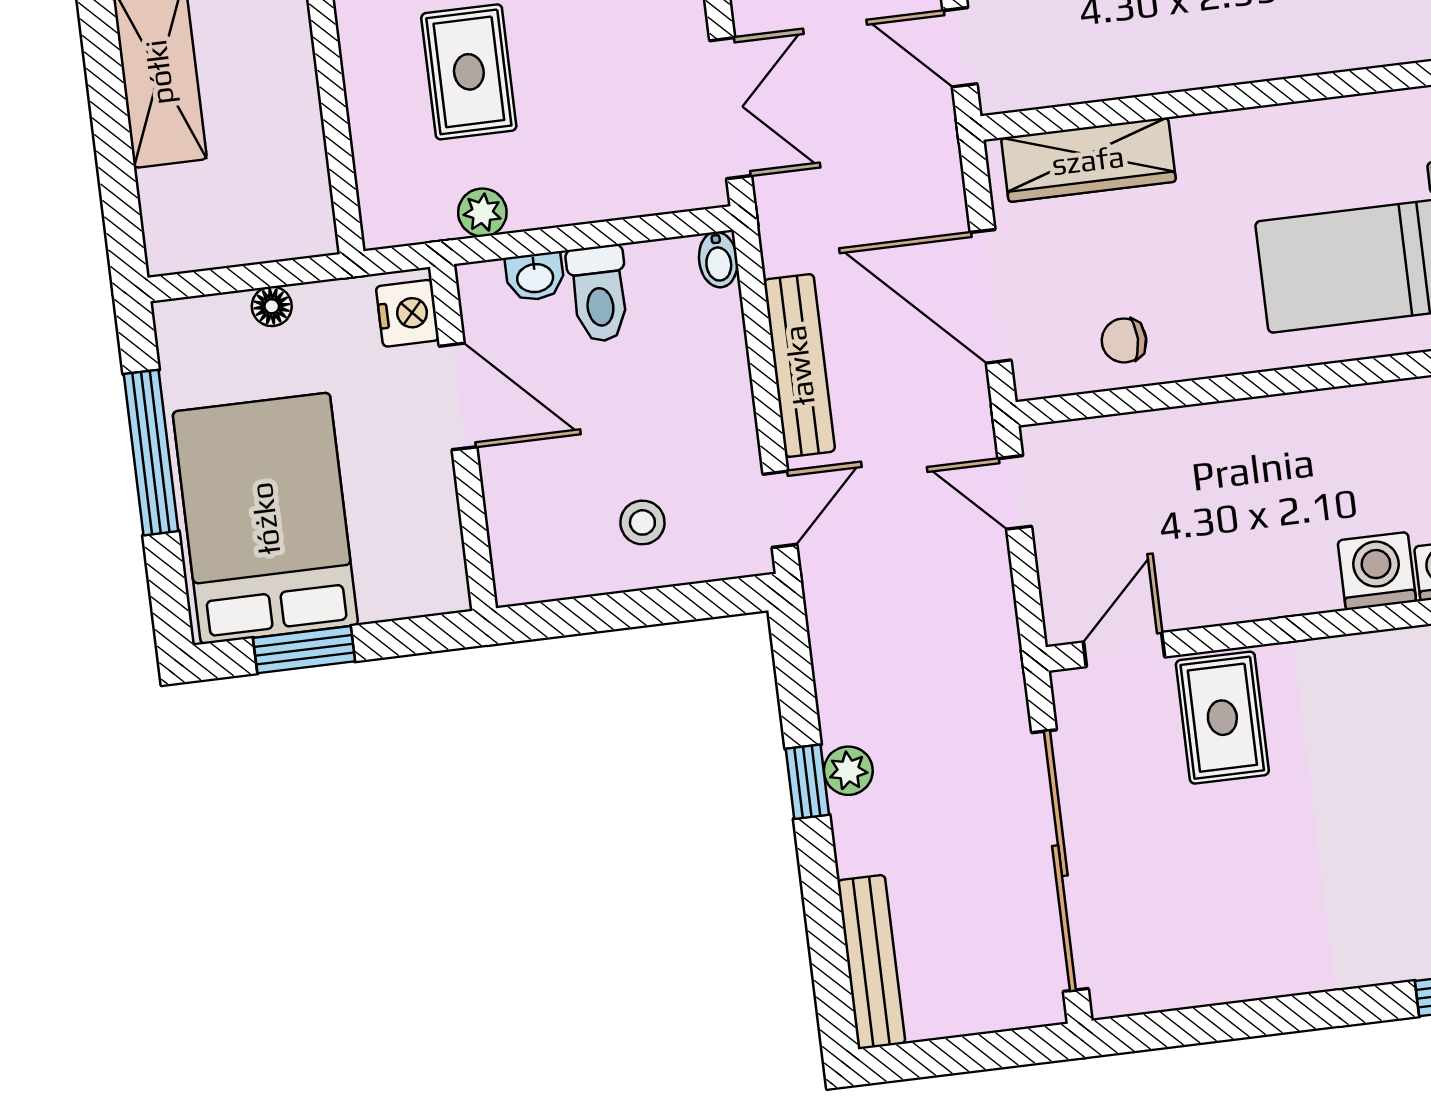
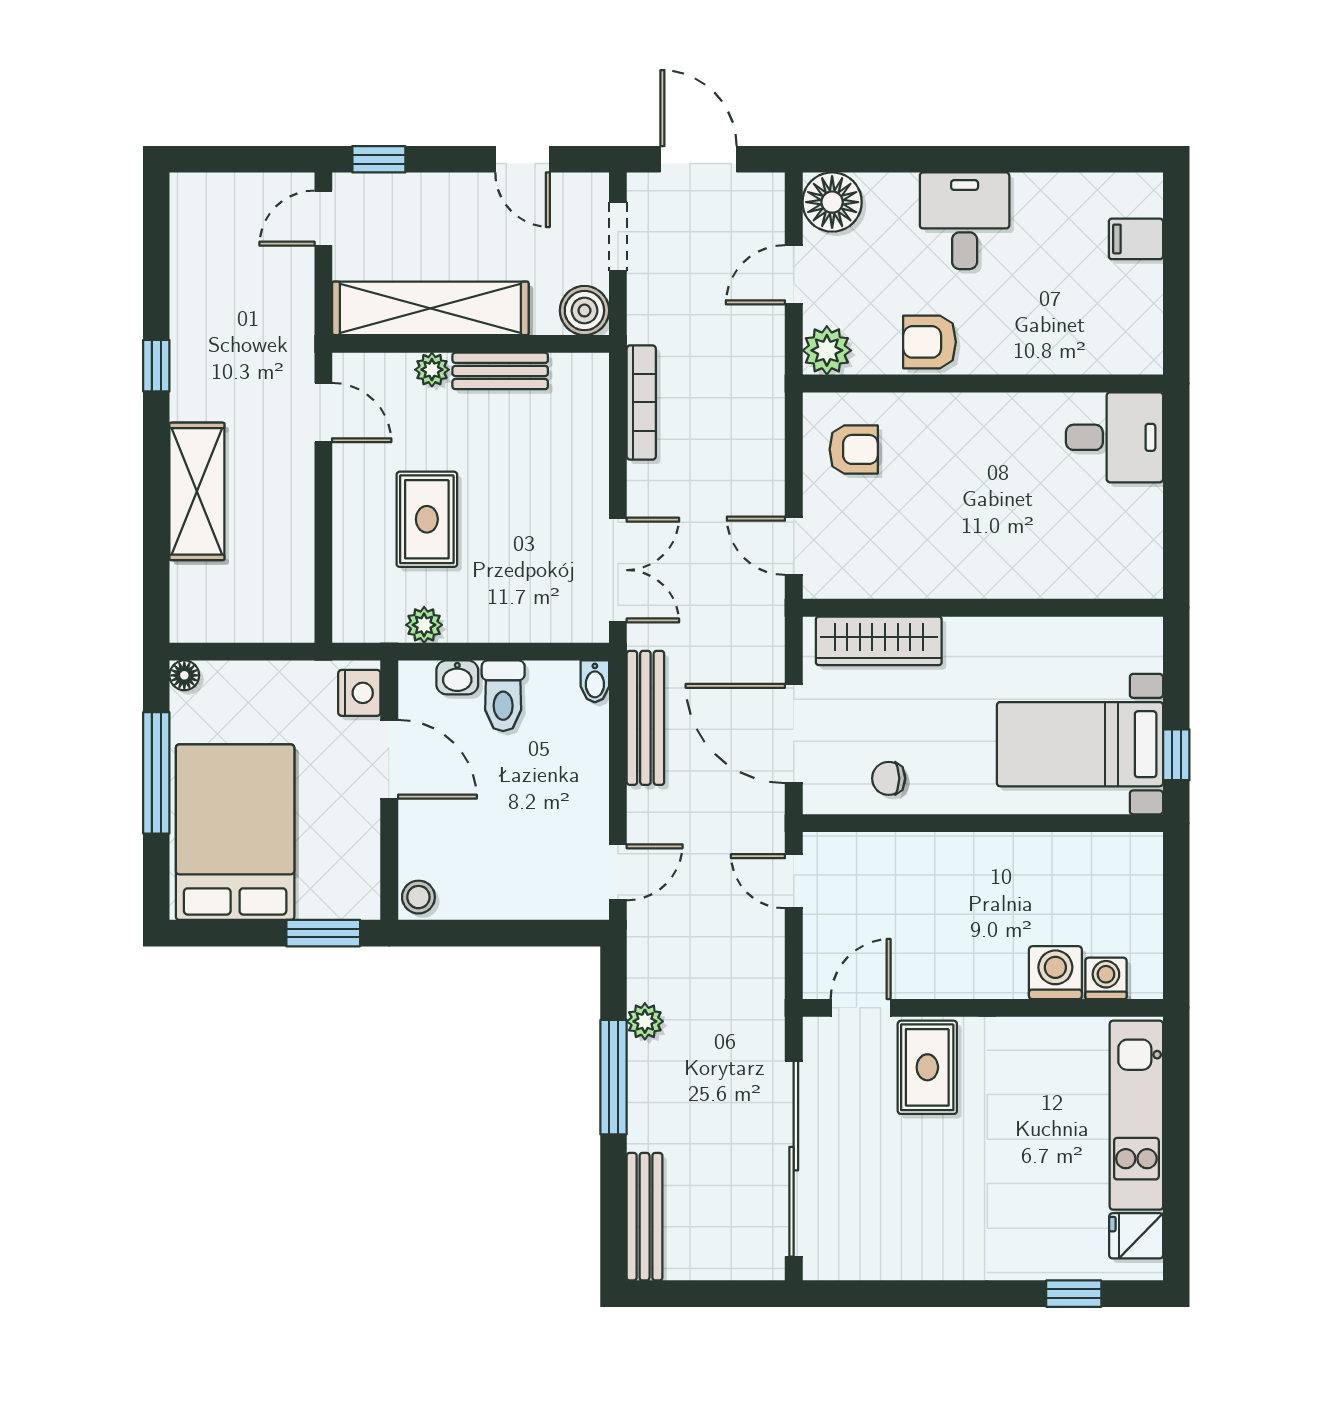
floor lamp: (272, 306) -> (184, 675), moved
bench: (799, 365) -> (645, 718), moved
stool: (642, 522) -> (418, 897), moved
window: (304, 650) -> (323, 933), moved
plant: (848, 771) -> (645, 1021), moved
window: (807, 782) -> (613, 1077), width x2.17

